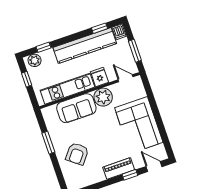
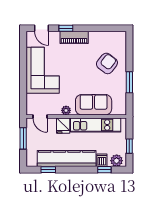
dishwasher: (119, 32) -> (102, 160), moved
plant: (103, 97) -> (66, 110), width x0.53, depth x0.53

